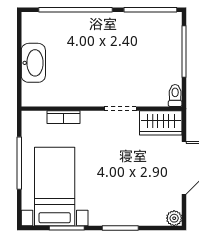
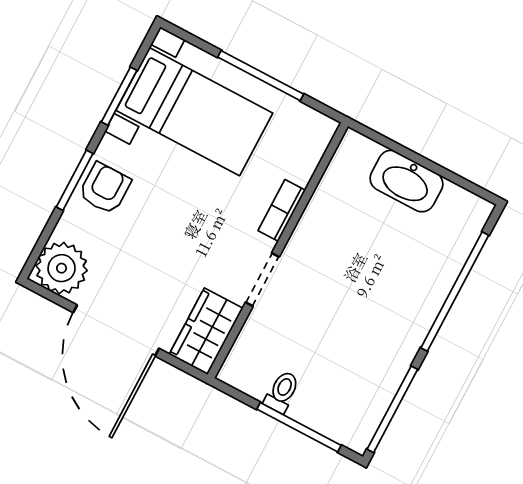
toilet: (175, 95) -> (282, 392), moved, turned -90
bookcase: (63, 117) -> (282, 210), moved
armchair: (116, 211) -> (105, 188), added
plant: (174, 218) -> (62, 268), width x1.87, depth x1.87

